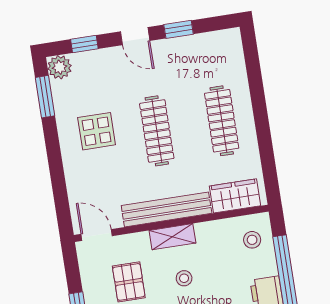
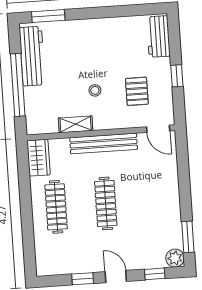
display table: (97, 131) -> (151, 207), removed
wardrobe: (235, 196) -> (39, 158), moved, turned -90
shelving: (172, 237) -> (76, 124), moved
stool: (252, 240) -> (41, 115), removed

